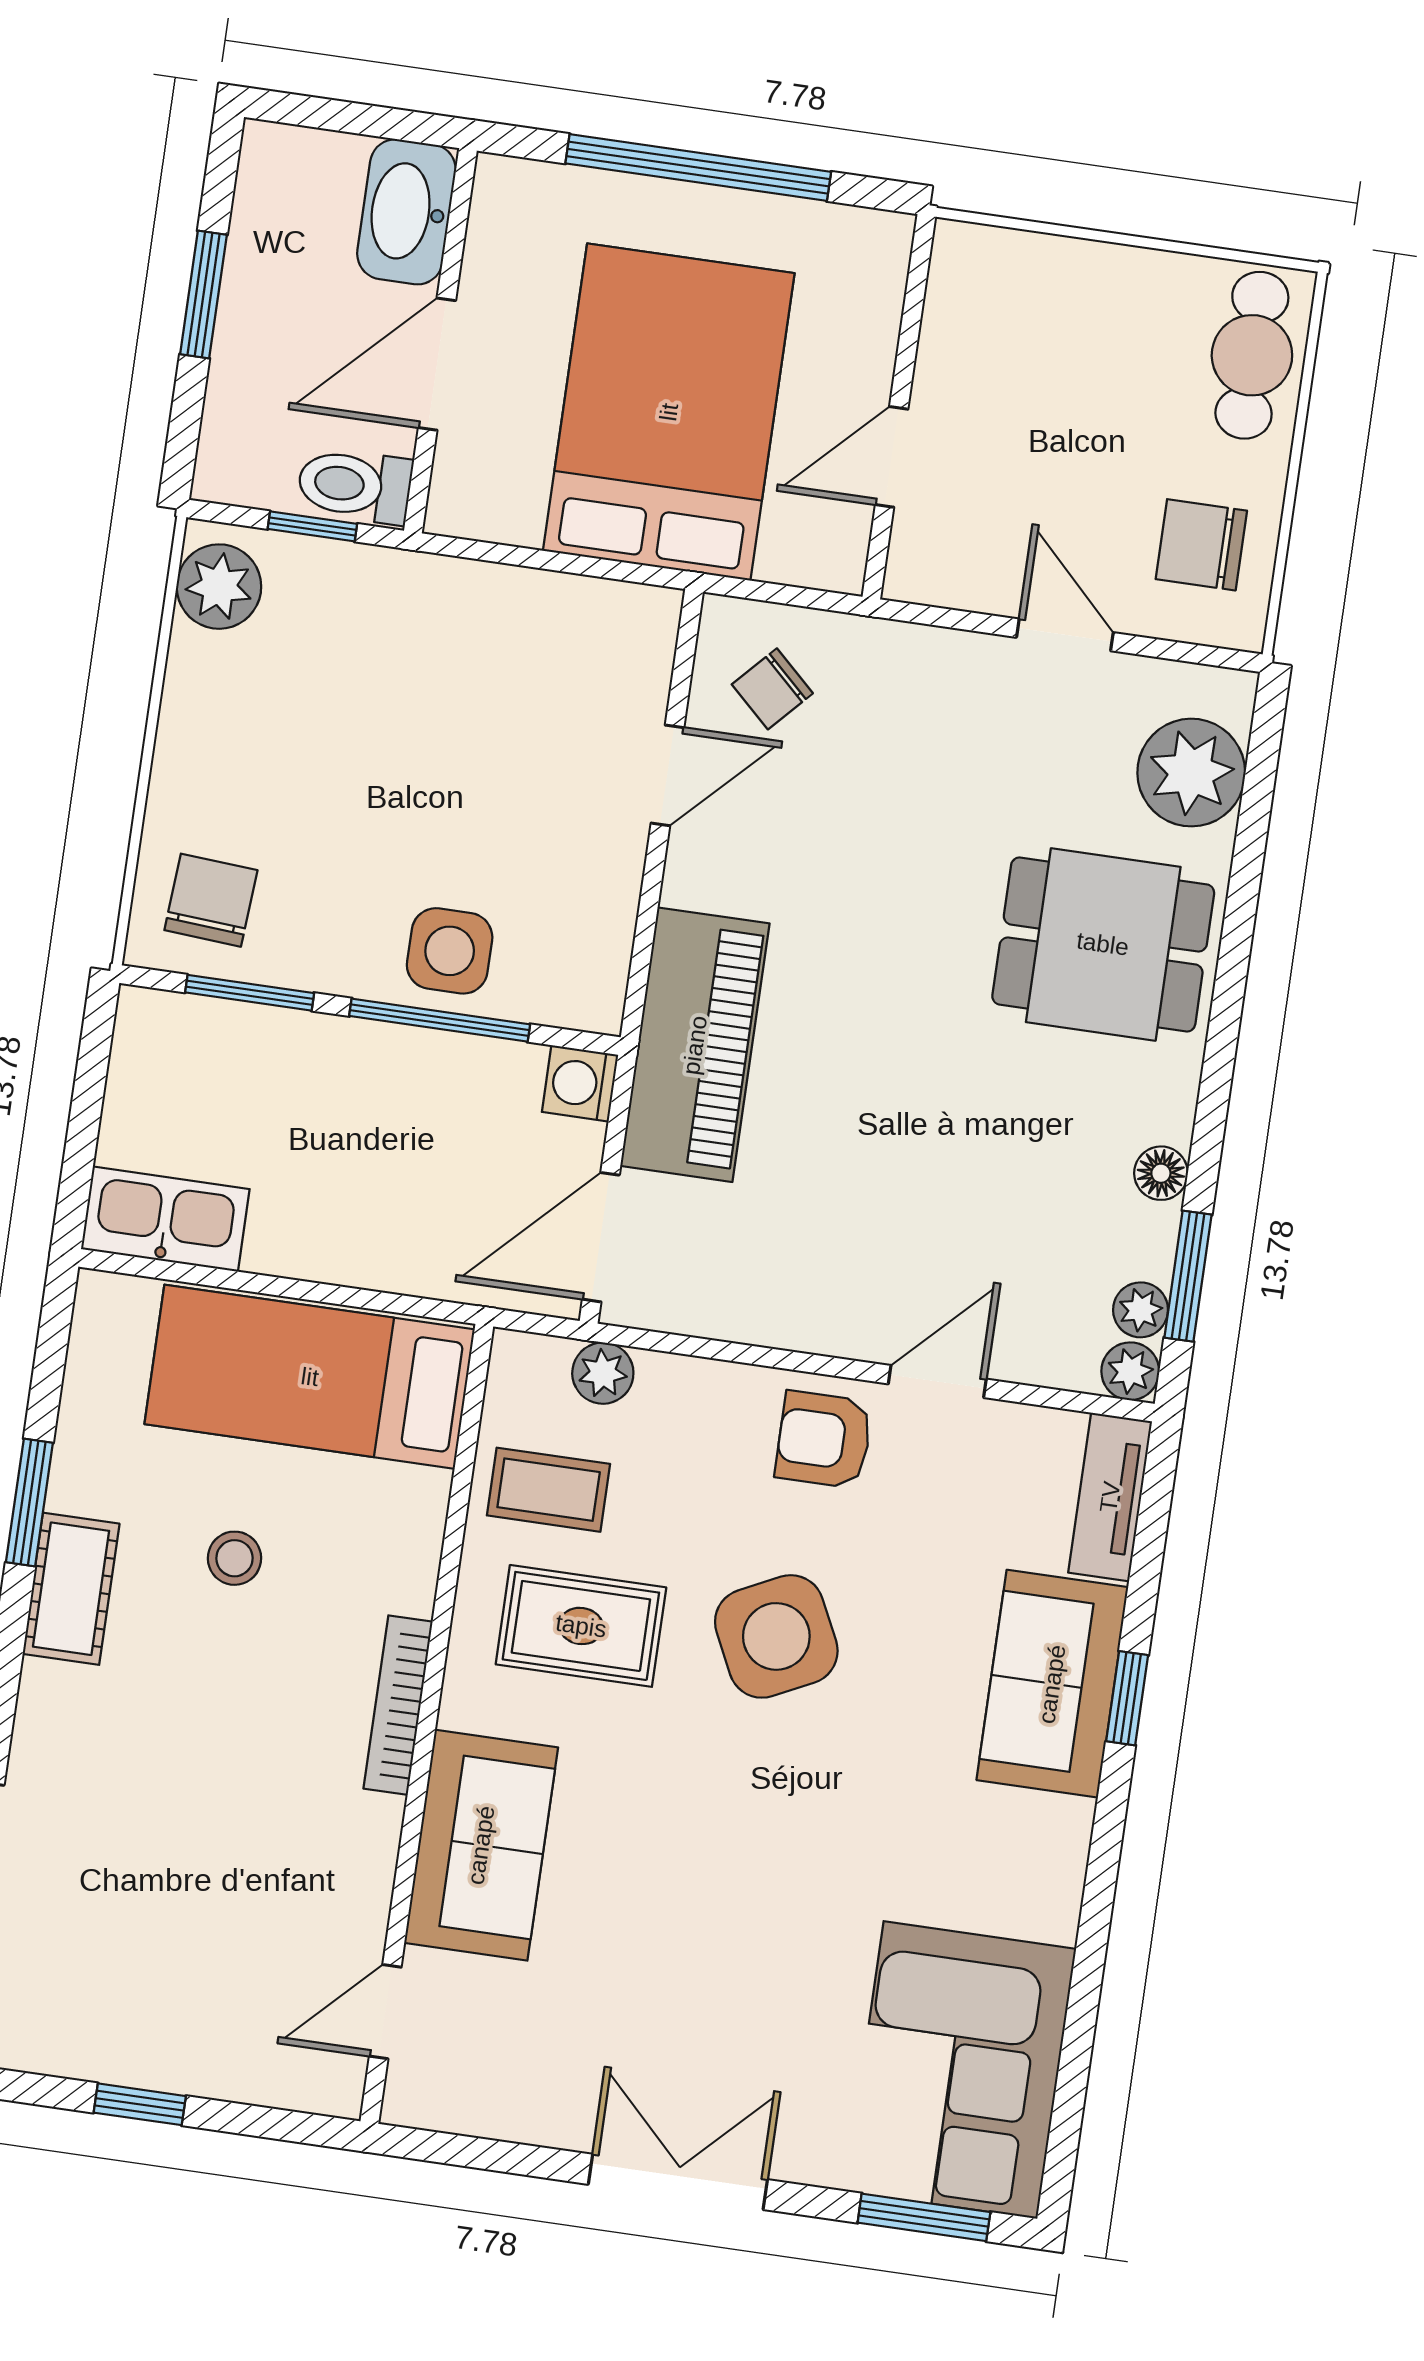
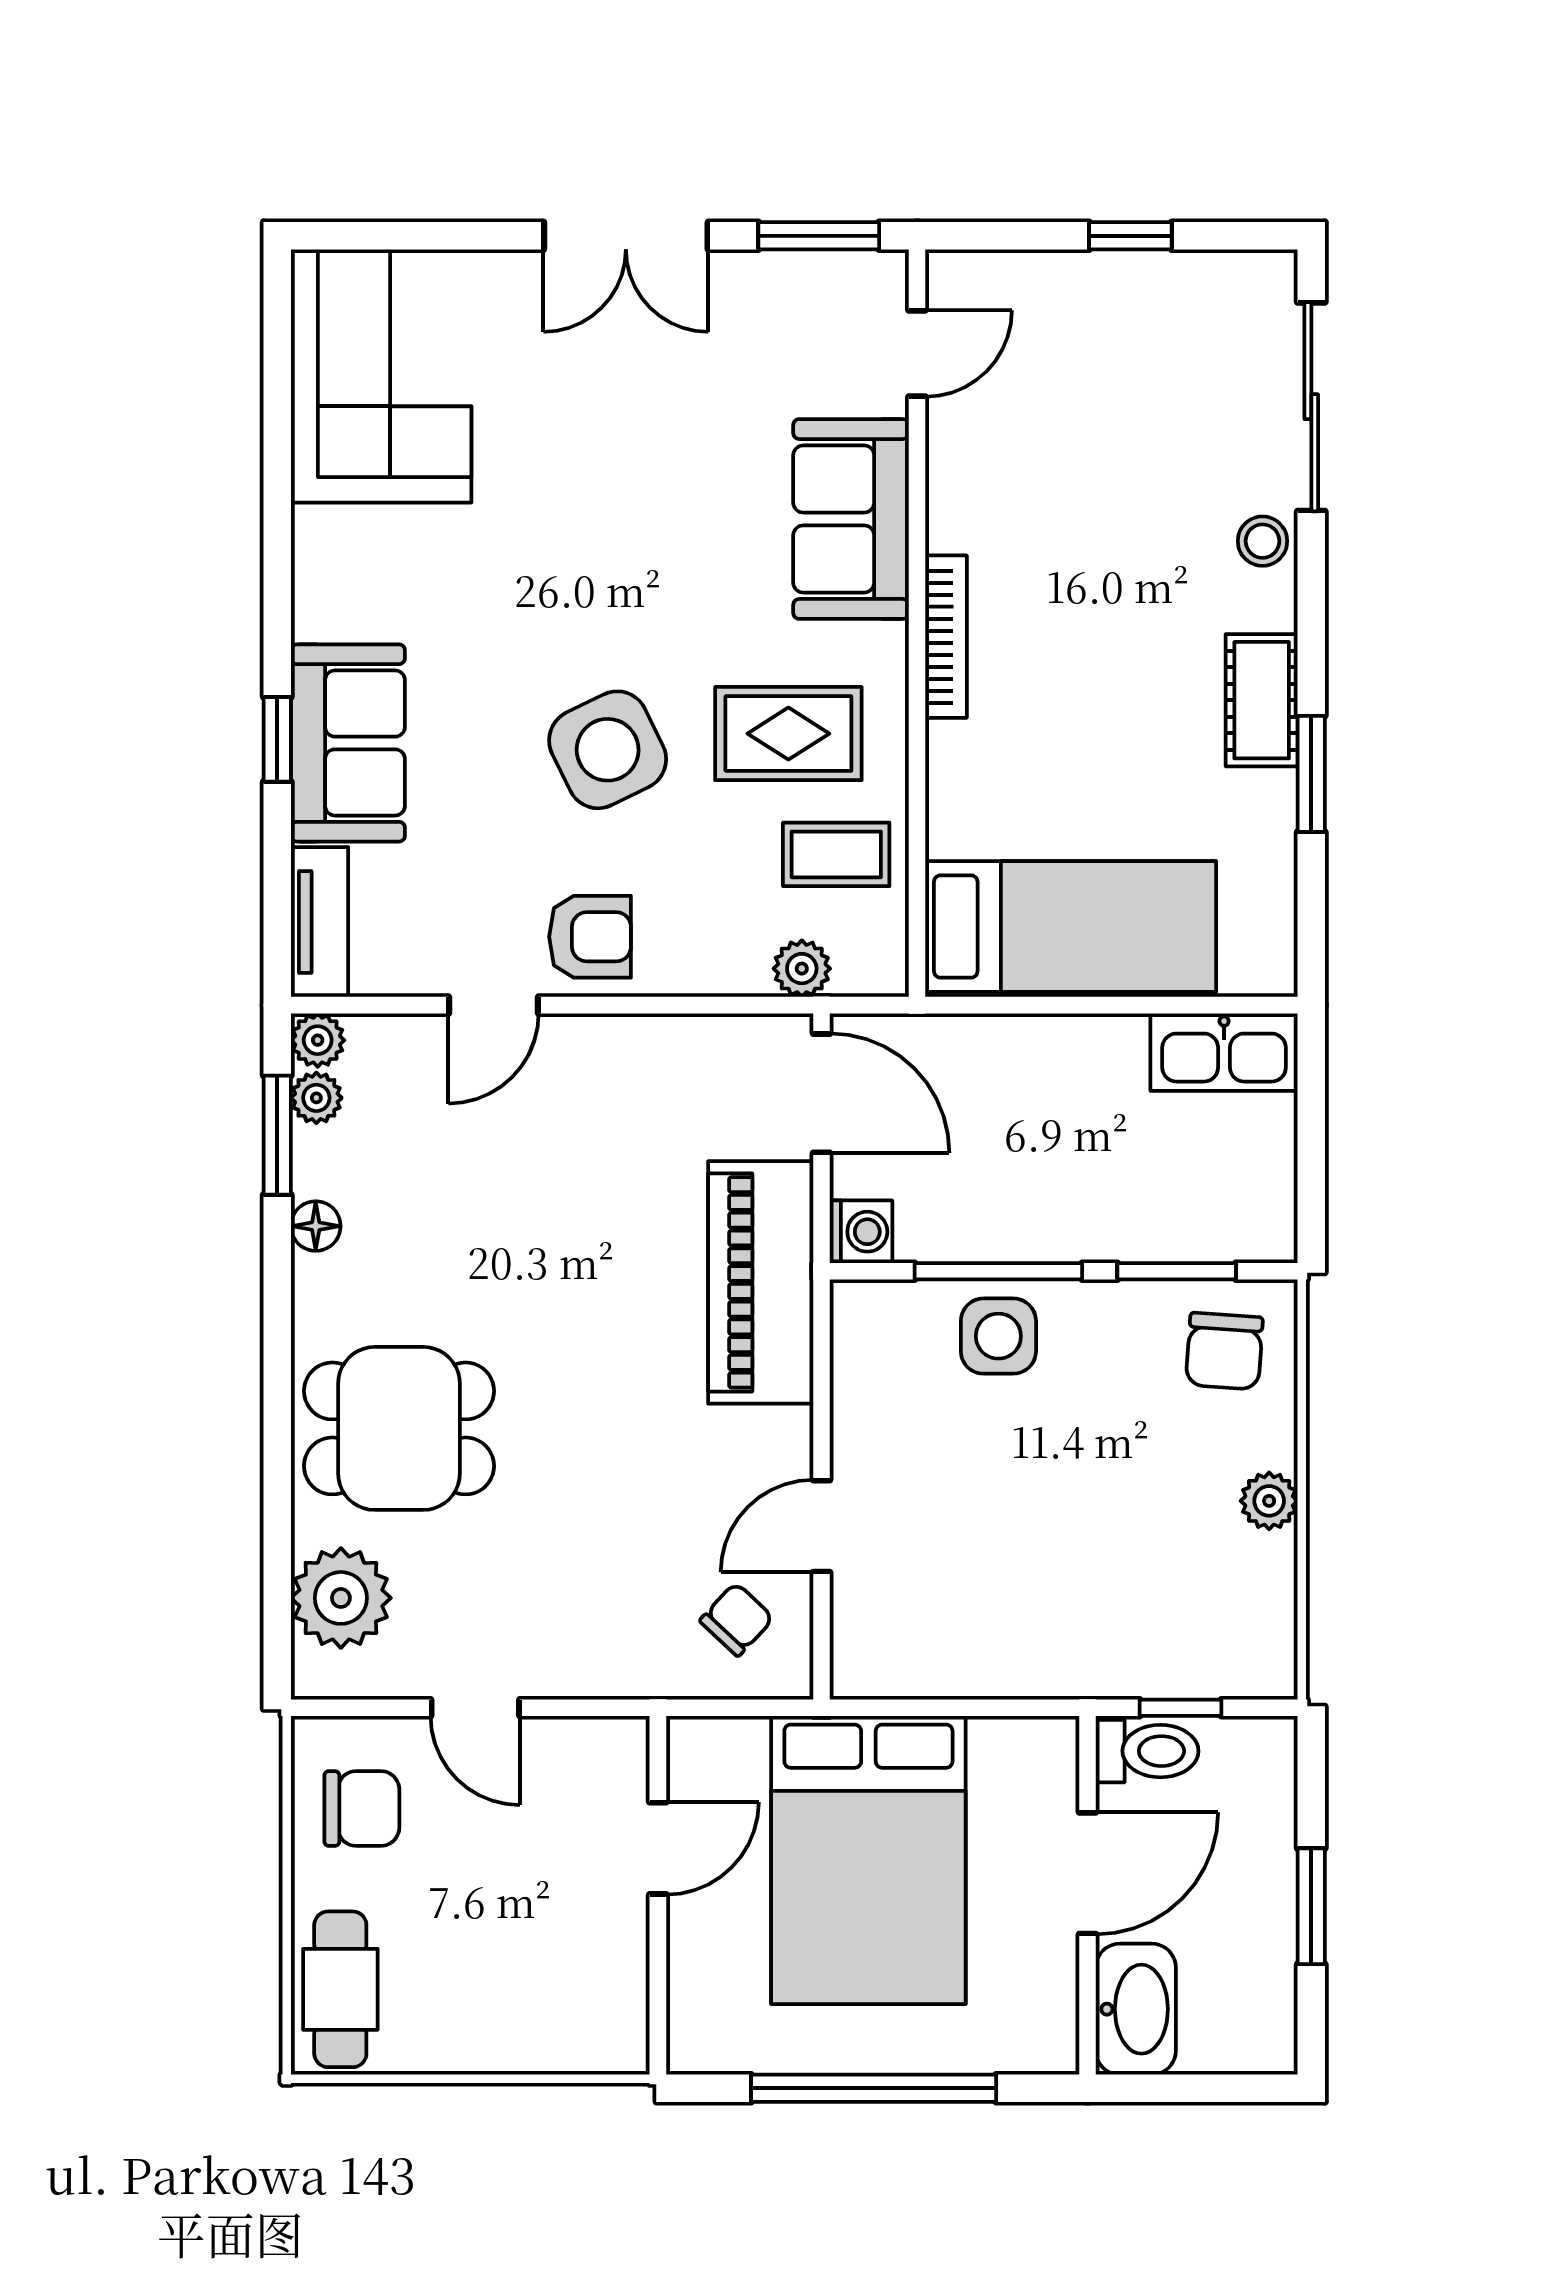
plant: (219, 587) -> (1269, 1501), moved, width x0.73, depth x0.73
door: (601, 1237) -> (822, 1093), hinge flipped
stool: (234, 1558) -> (1262, 541), moved
window: (924, 2217) -> (819, 236), moved

